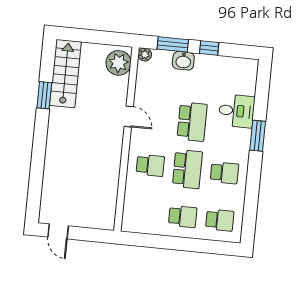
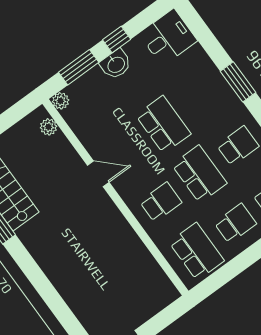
washbasin: (183, 61) -> (116, 64), moved
plant: (118, 63) -> (49, 127), width x0.53, depth x0.53
desk: (237, 111) -> (168, 37), moved
school desk: (146, 213) -> (197, 252), added

